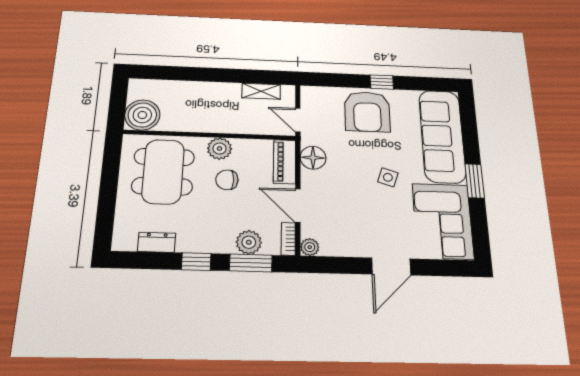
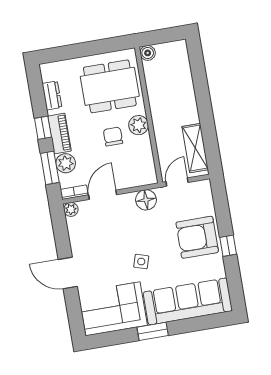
shelving: (261, 91) -> (195, 148), width x1.50, depth x1.33
boiler: (142, 115) -> (148, 53), width x0.54, depth x0.54
piano: (285, 162) -> (59, 134), moved, turned 90

